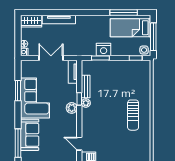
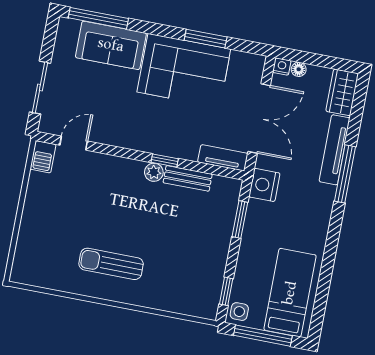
window: (124, 12) -> (345, 174), moved
nightstand: (104, 50) -> (264, 185), moved
double door: (51, 58) -> (259, 119), width x1.37
plant: (72, 108) -> (149, 142), removed

